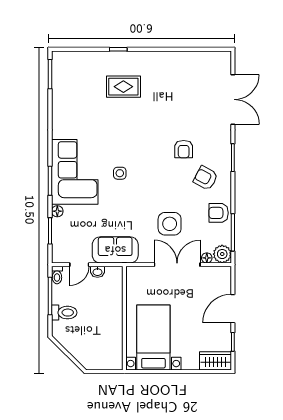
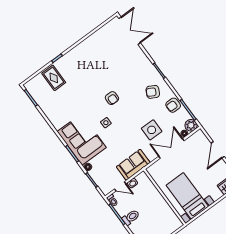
rug: (123, 87) -> (54, 78), moved, turned 90
double door: (233, 99) -> (130, 31), moved
armchair: (184, 149) -> (112, 98), moved
door: (79, 265) -> (120, 186), hinge flipped

